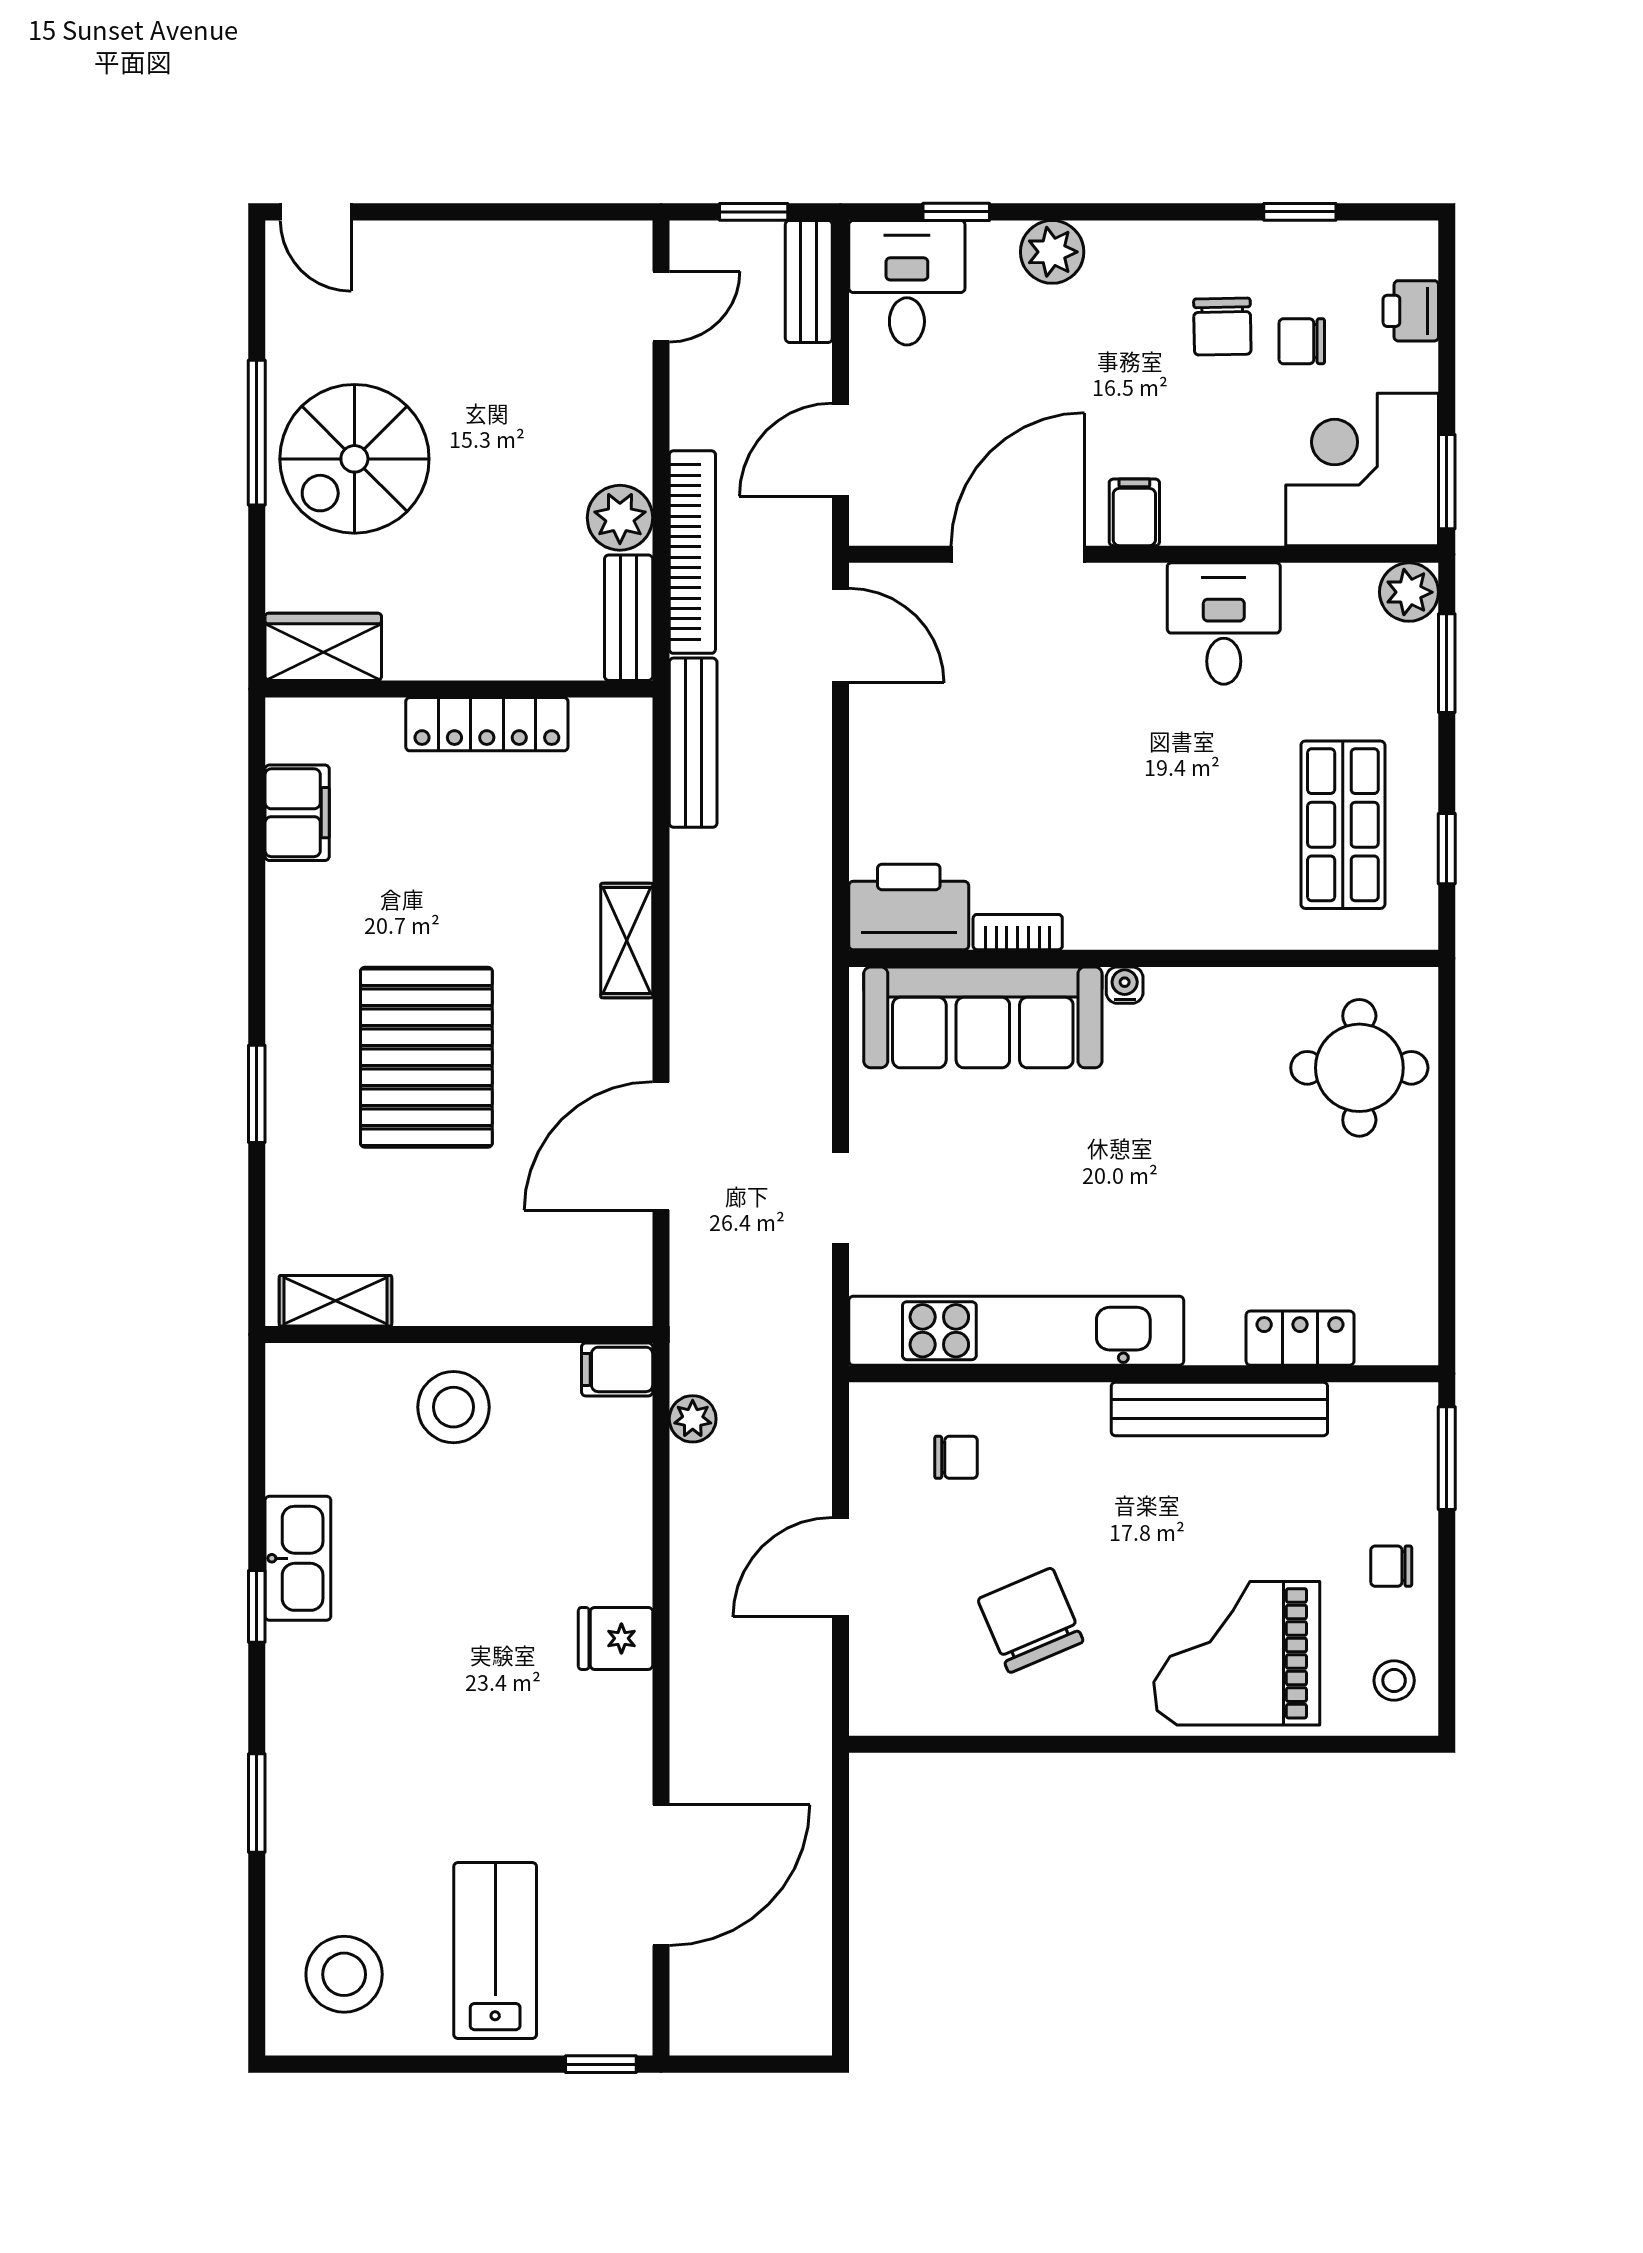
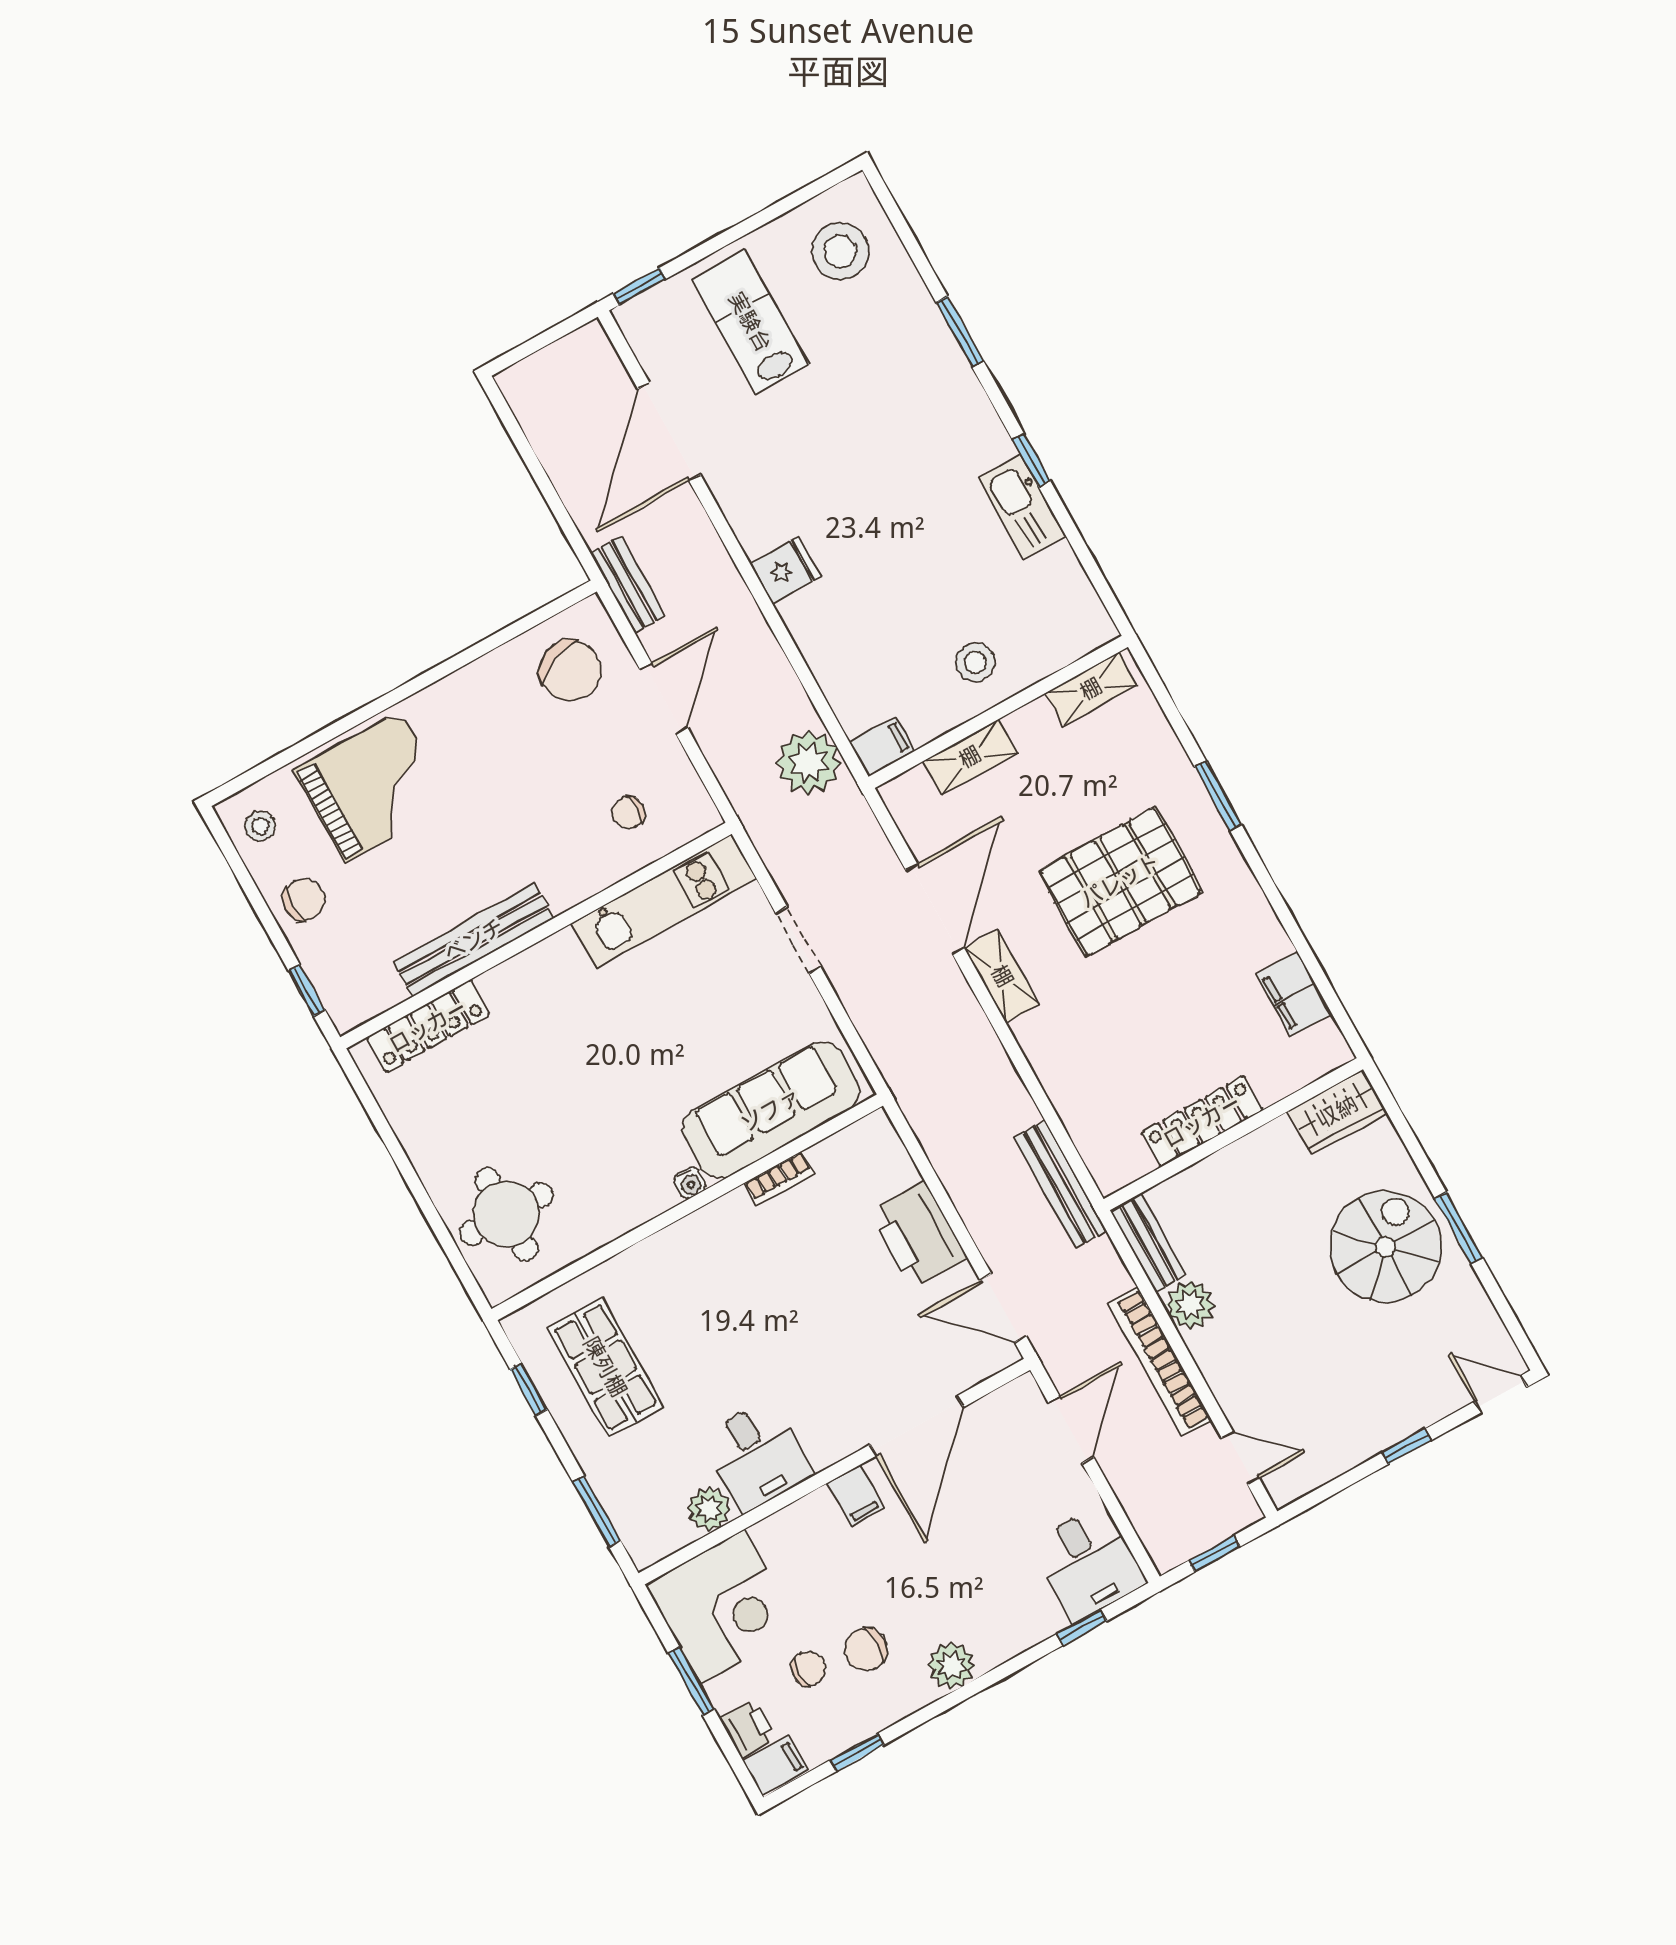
window: (459, 212) -> (1407, 1446), added
filing cabinet: (1403, 249) -> (776, 1765), added
plant: (1052, 252) -> (951, 1666), moved
bench: (809, 281) -> (628, 585), moved
door: (661, 307) -> (1240, 1458), swing flipped
chair: (1222, 327) -> (866, 1649), turned -89
window: (257, 433) -> (1459, 1228), width x0.69
window: (1447, 482) -> (691, 1681), moved
bookcase: (692, 552) -> (1160, 1362), moved
plant: (1409, 592) -> (709, 1509), moved
printer: (909, 907) -> (918, 1235), moved, turned 90
shelving: (627, 941) -> (1002, 976), moved
pallet: (426, 1057) -> (1120, 881), turned 90
shelving: (521, 1300) -> (970, 757), added
kitchen unit: (1016, 1331) -> (664, 901), width x0.73
locker: (1300, 1338) -> (428, 1026), width x1.53
stool: (454, 1407) -> (975, 662), width x0.73, depth x0.73
plant: (693, 1419) -> (809, 763), width x1.87, depth x1.87
window: (1447, 1458) -> (307, 991), width x0.67
chair: (1391, 1566) -> (304, 900), width x1.37, depth x1.37
chair: (1031, 1620) -> (570, 671), moved
lab bench: (495, 1950) -> (750, 322), turned 180

